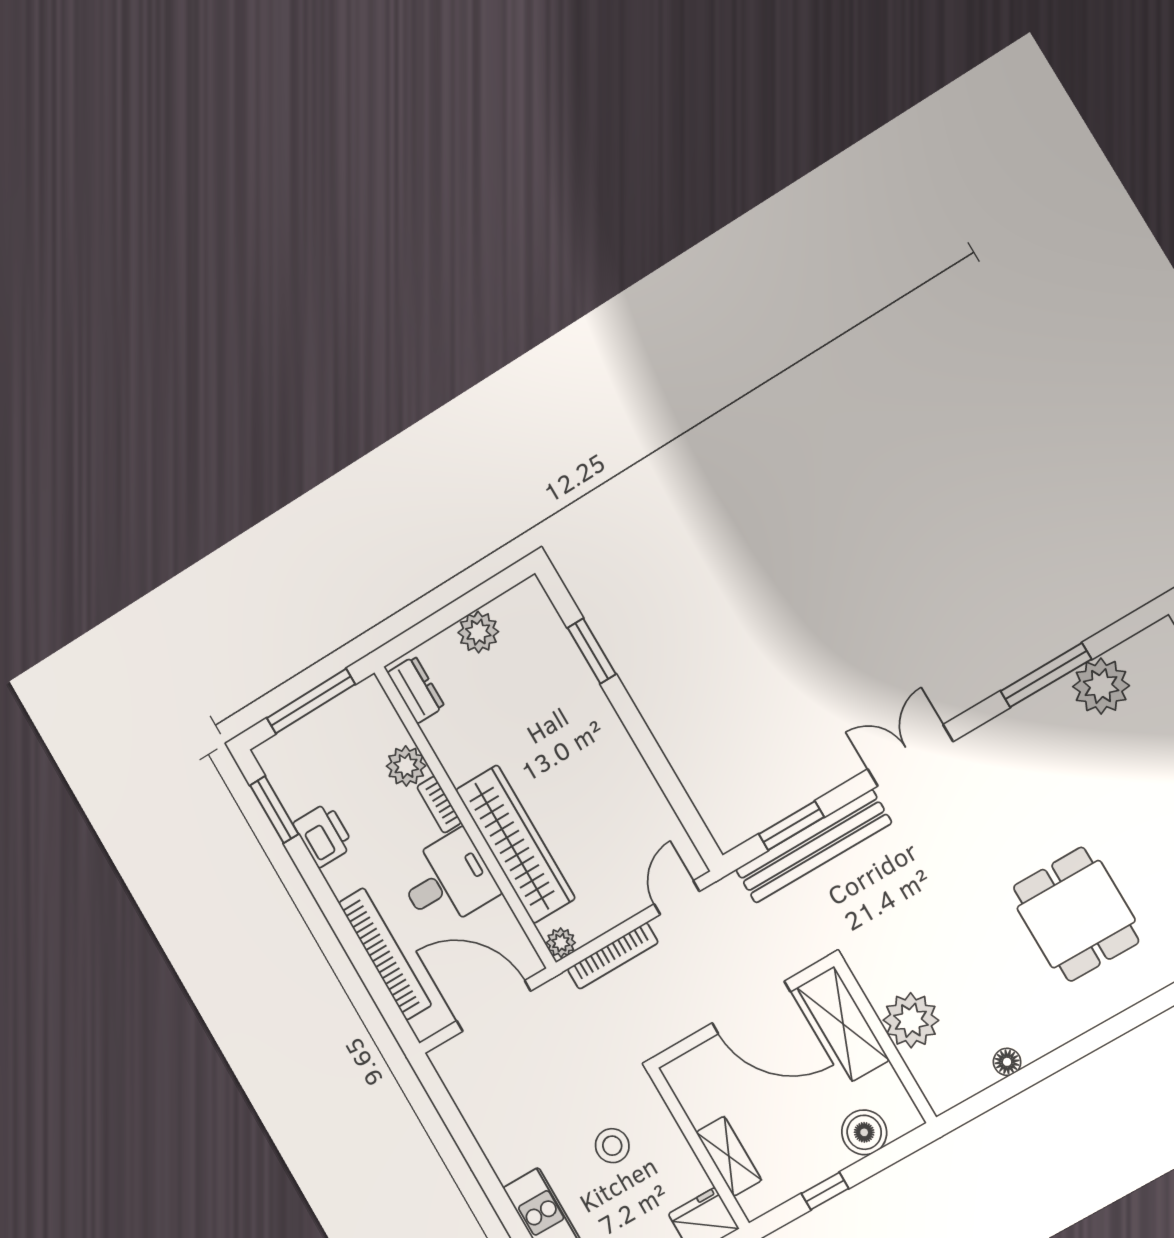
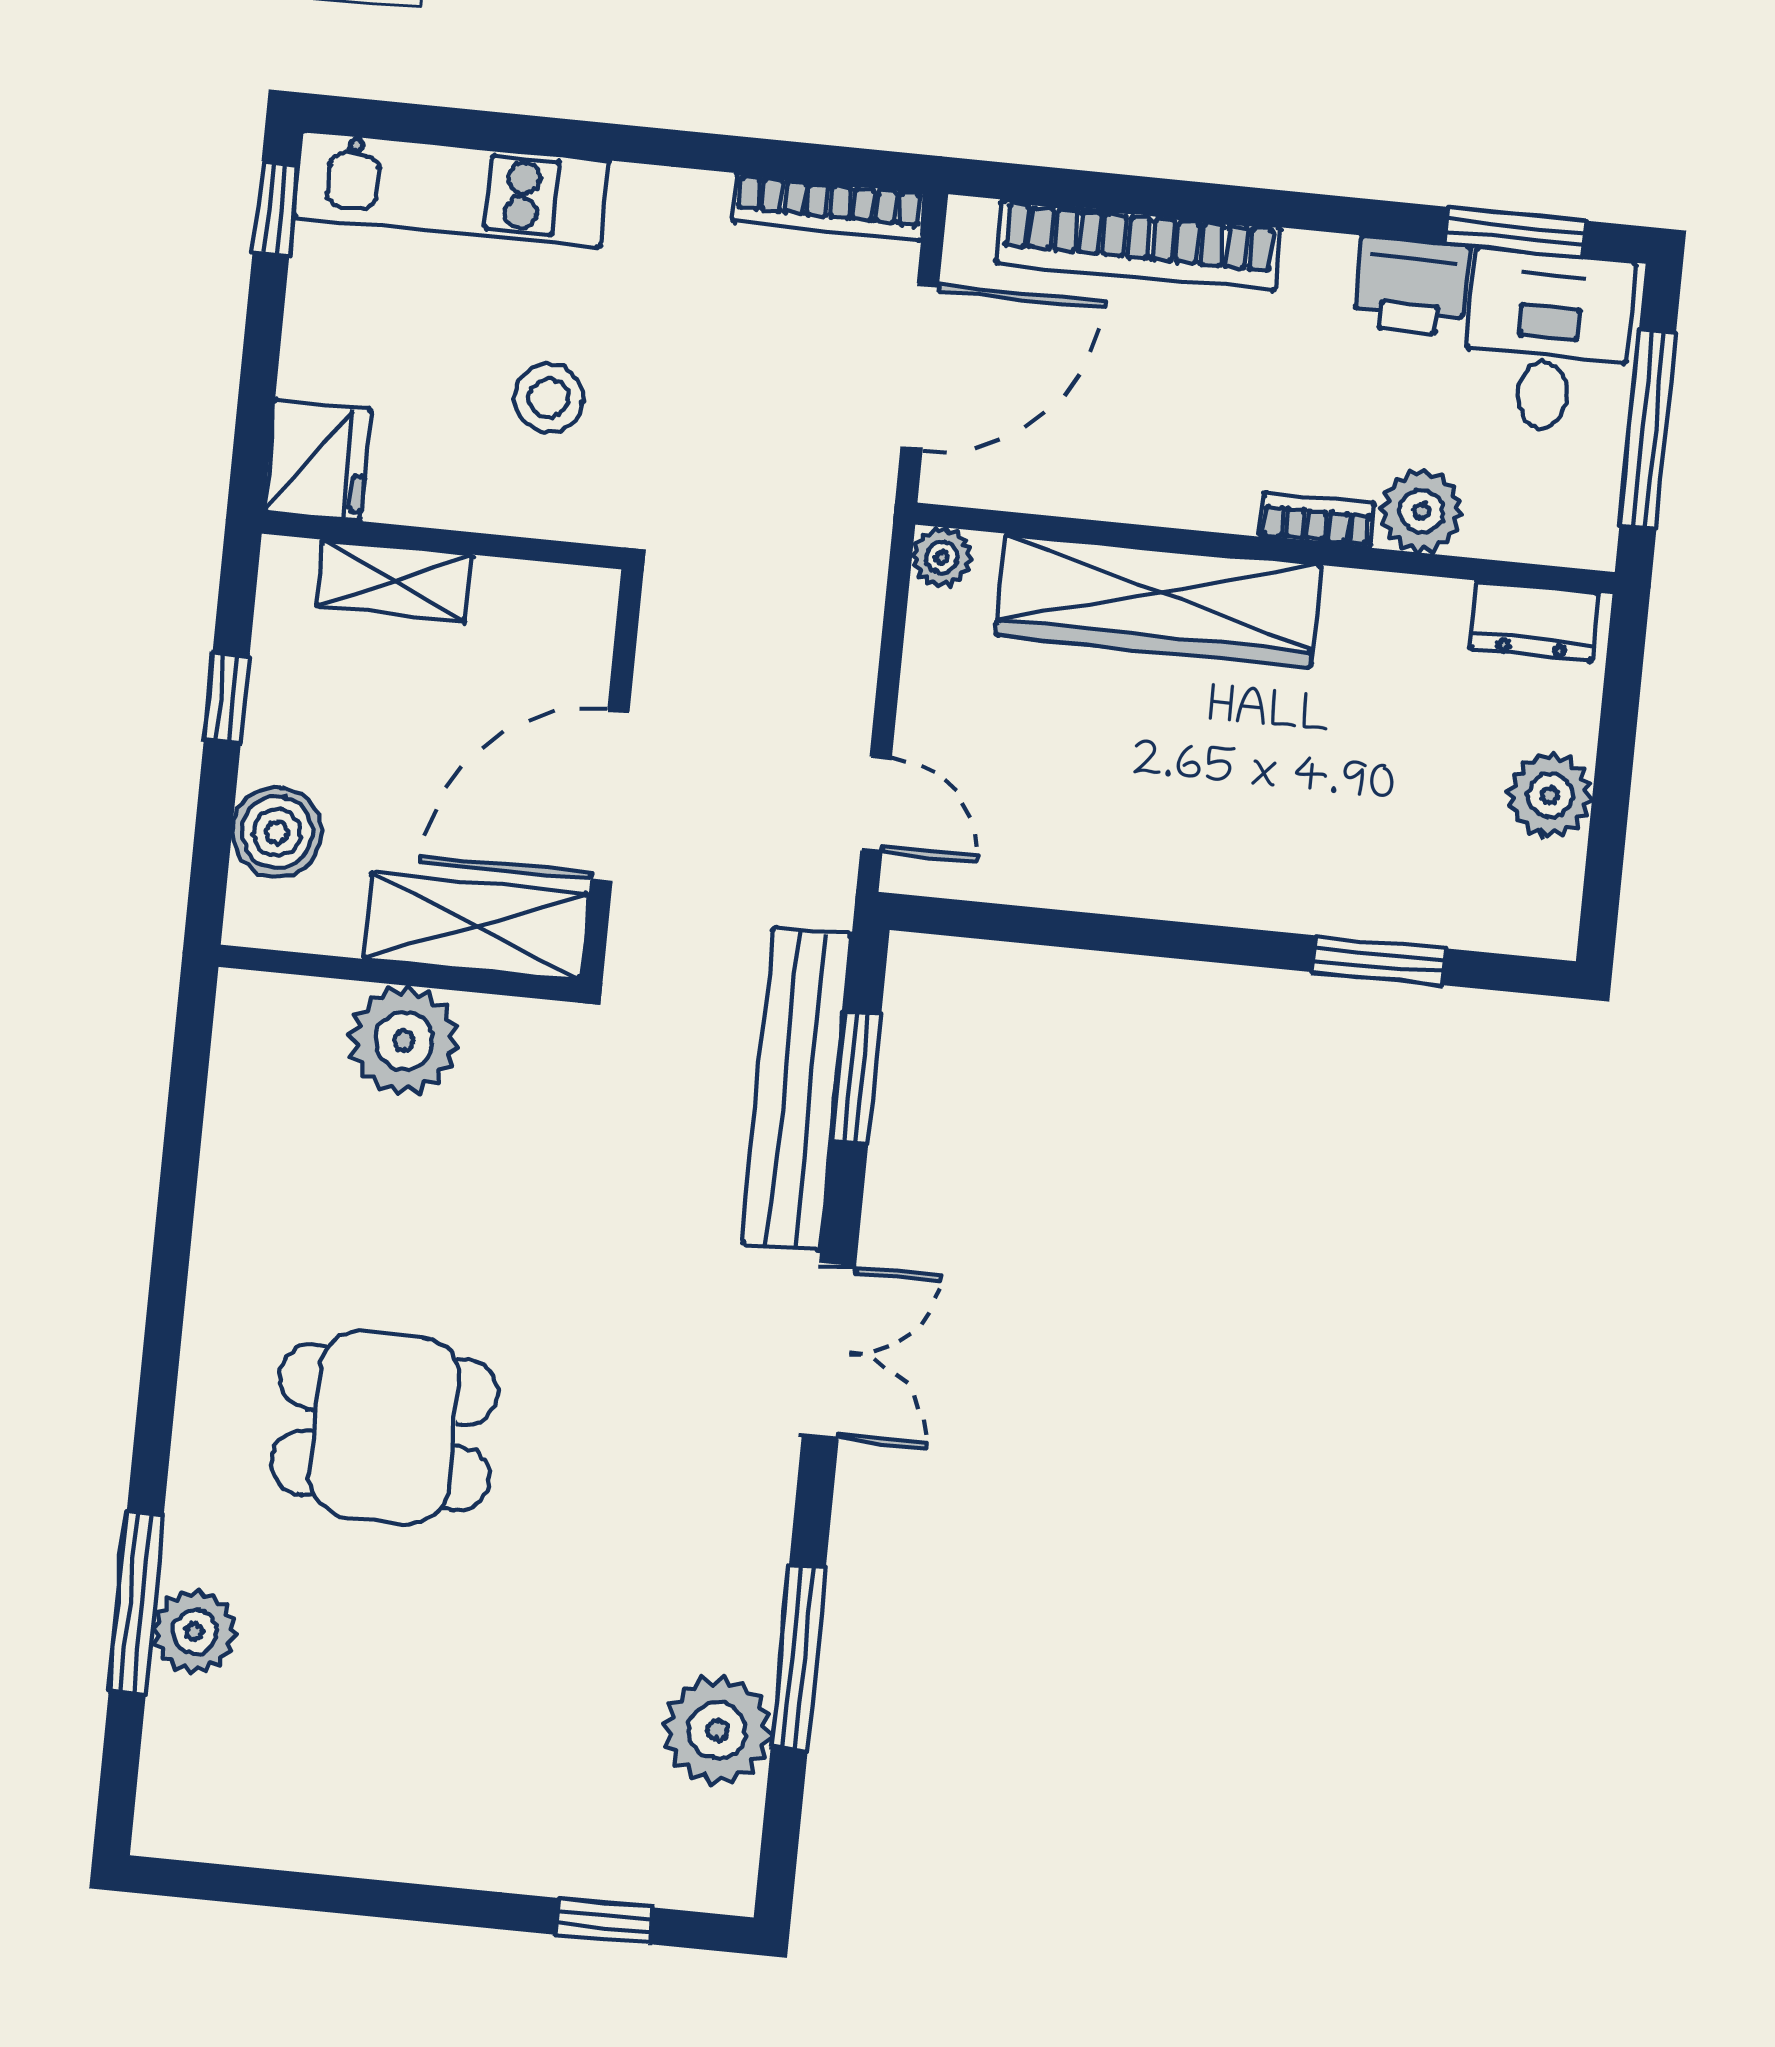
desk: (448, 881) -> (1548, 341), moved, turned 180
bookcase: (613, 956) -> (829, 207), moved, turned -90
floor lamp: (1007, 1062) -> (227, 1146), removed

